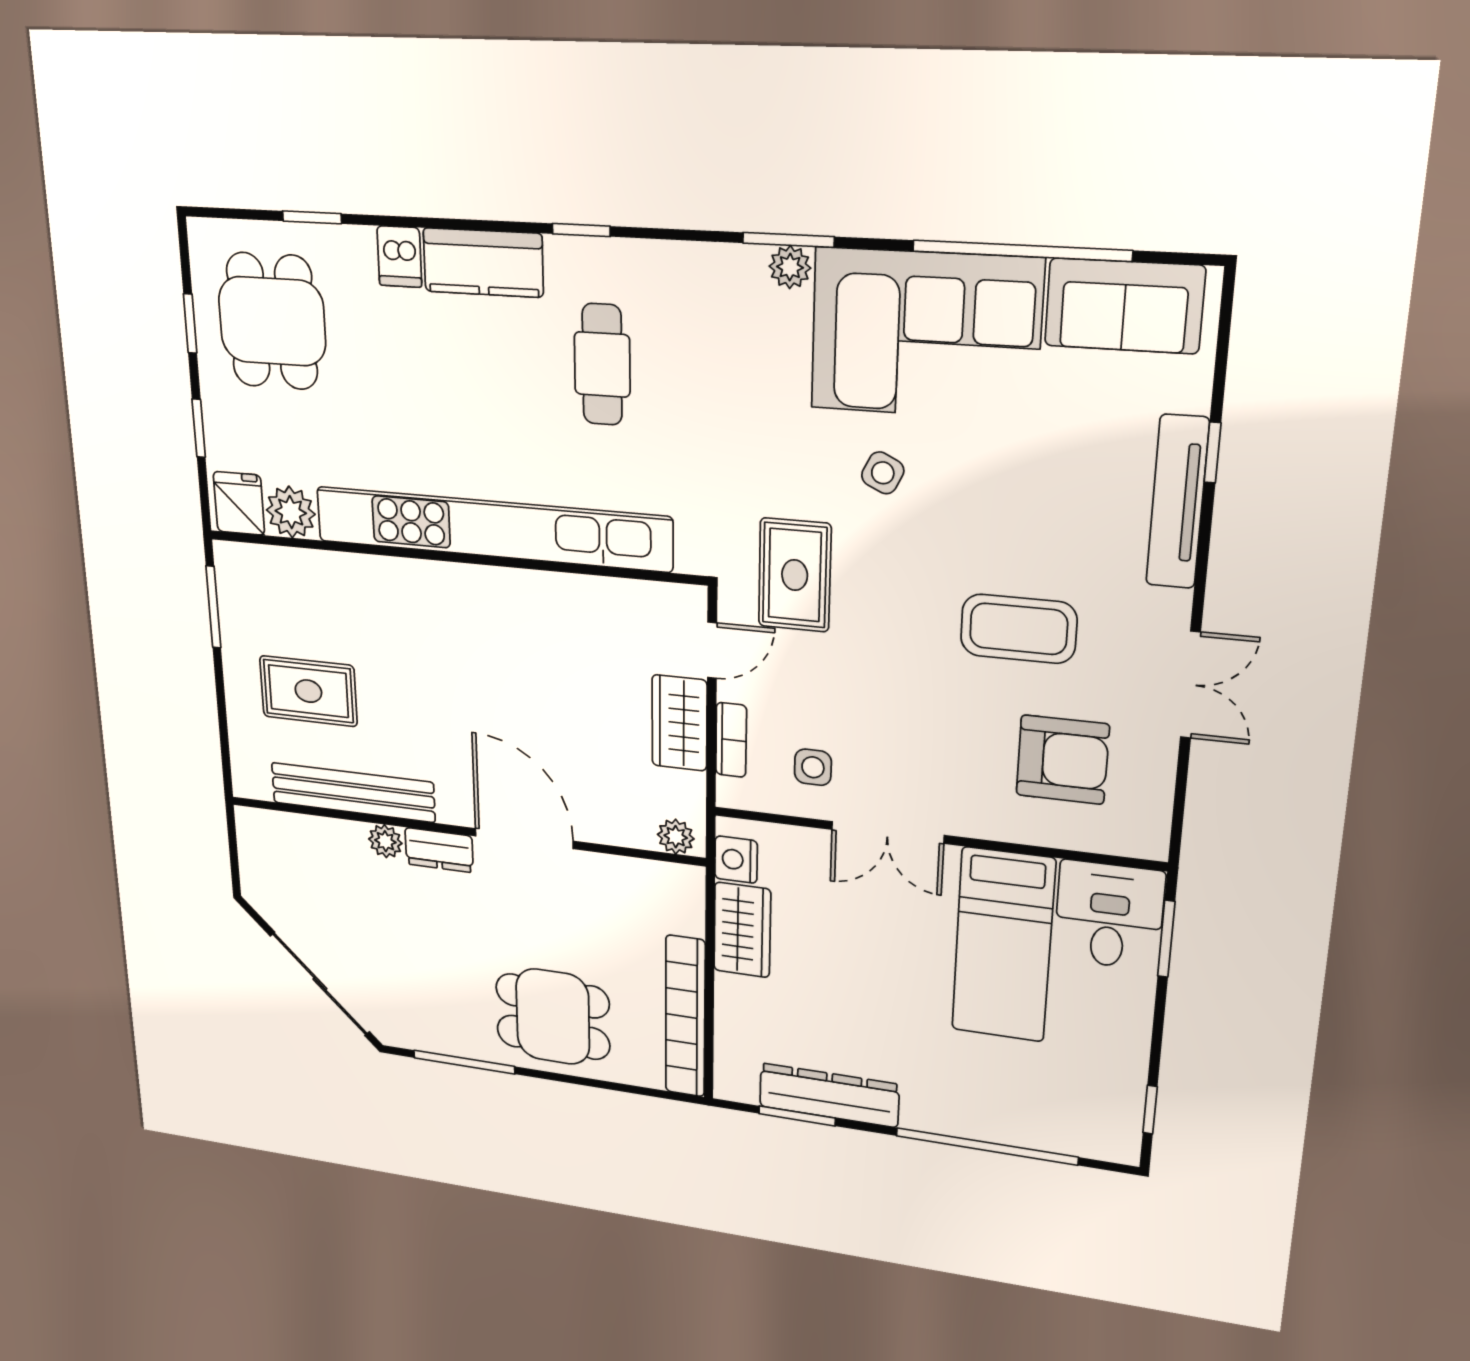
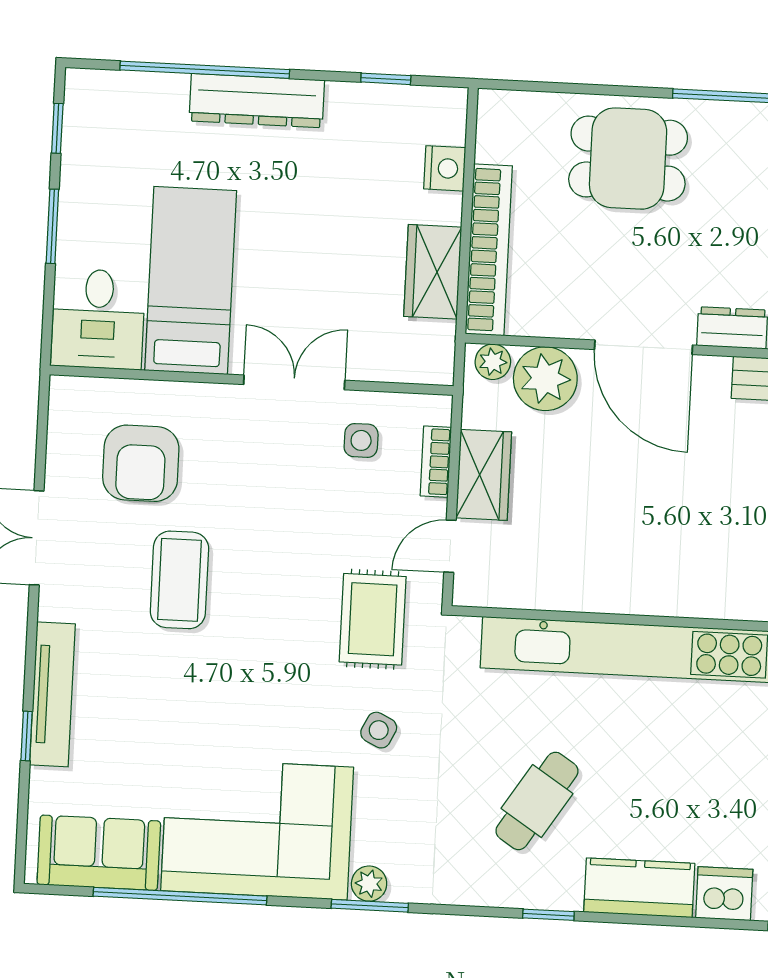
dishwasher: (399, 257) -> (724, 894), width x1.38
cafe table: (602, 364) -> (537, 801), turned 33
side table: (883, 473) -> (379, 730), moved
coffee table: (1019, 629) -> (179, 580), turned 90
armchair: (1063, 760) -> (141, 463), turned -90
plant: (621, 816) -> (545, 379), added
nightstand: (736, 860) -> (445, 168), moved
window: (1166, 939) -> (52, 226), moved
bookcase: (685, 1017) -> (489, 250), moved
dresser: (829, 1095) -> (257, 101), moved
window: (797, 1116) -> (386, 79), width x0.67

